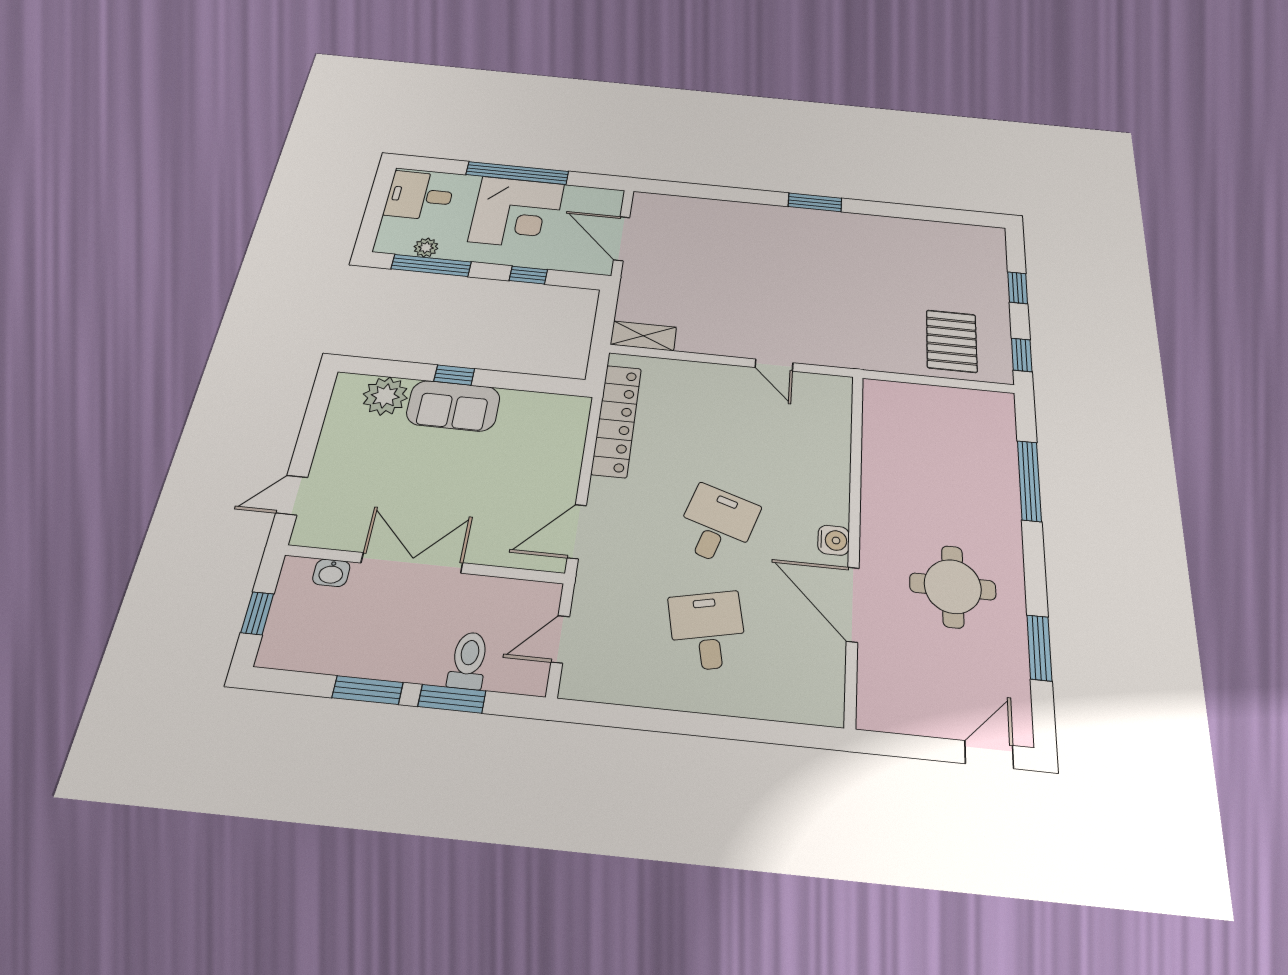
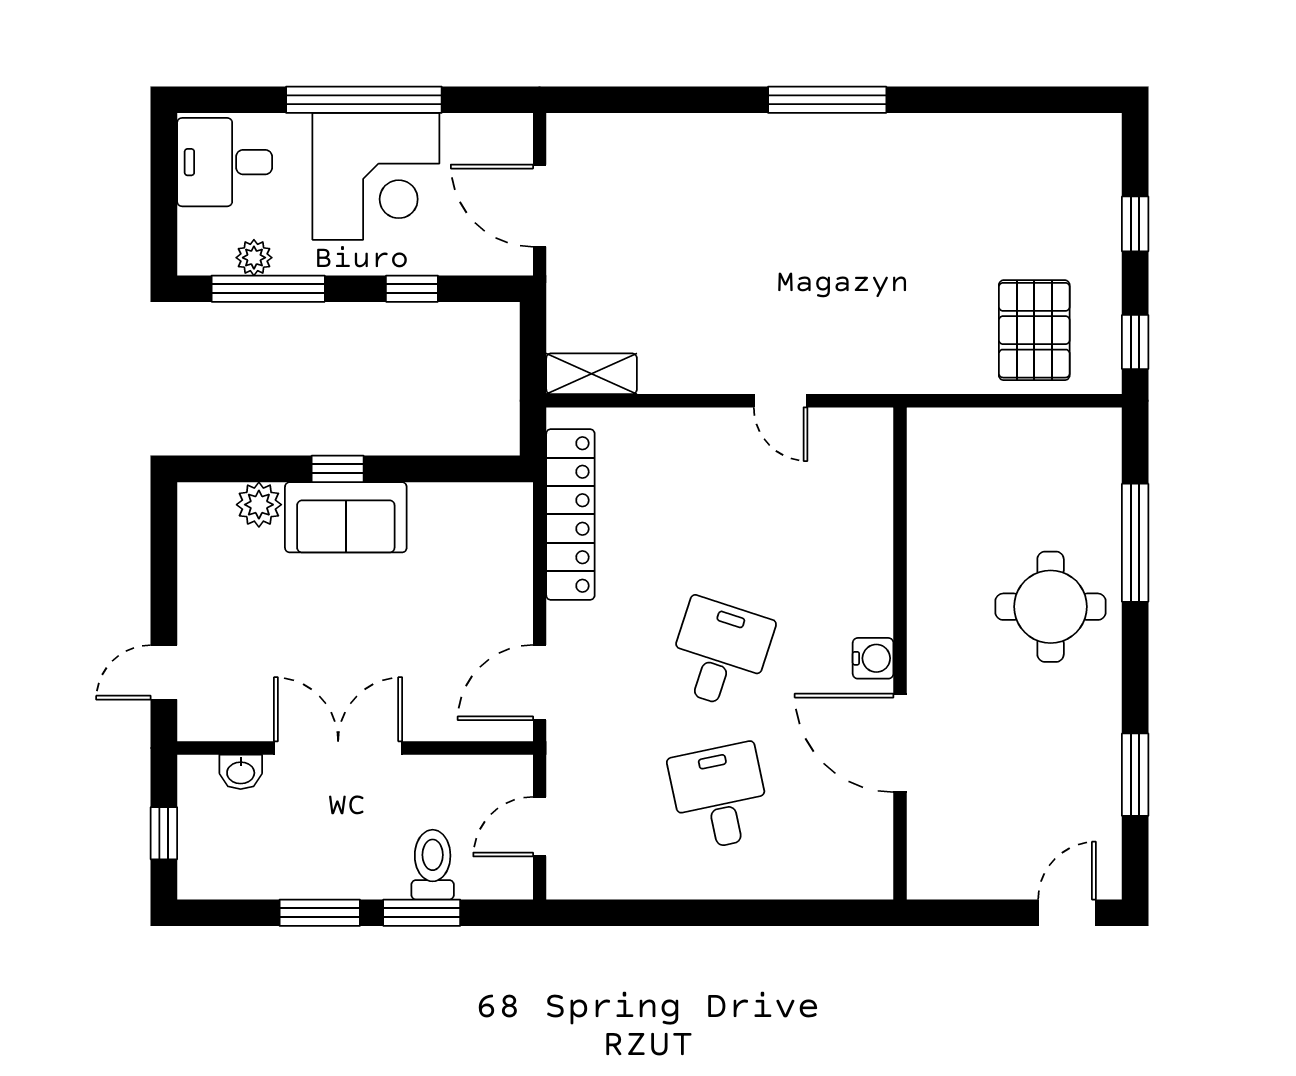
window: (815, 202) -> (827, 100), width x1.44
plant: (385, 396) -> (259, 505), width x0.73, depth x0.73
round table: (953, 586) -> (1051, 607), moved

